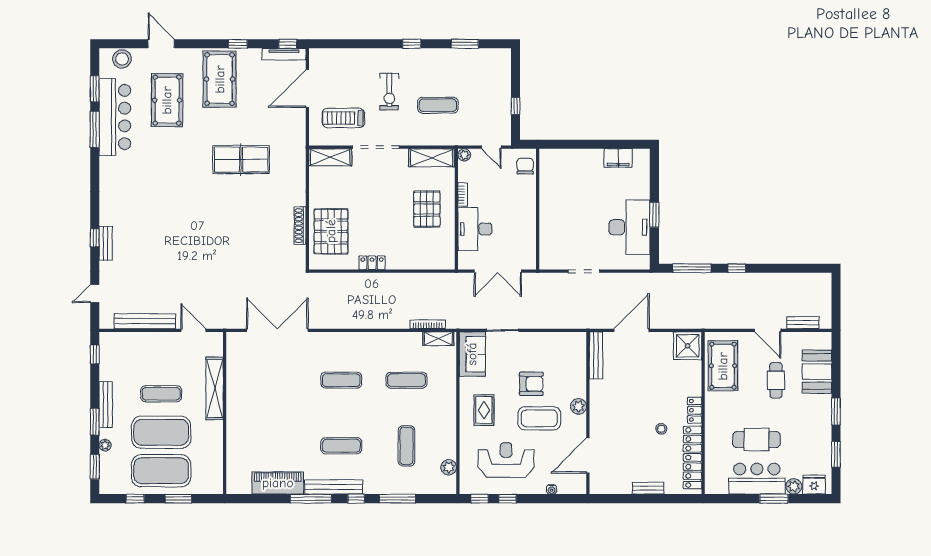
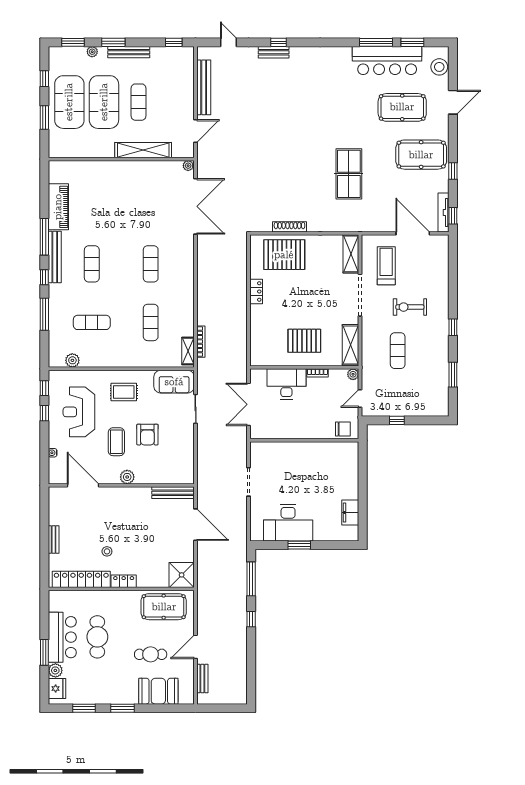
plant: (232, 338) -> (188, 166), added
coffee table: (539, 418) -> (116, 442), width x0.73, depth x0.76
reception desk: (506, 460) -> (79, 412), turned 180

